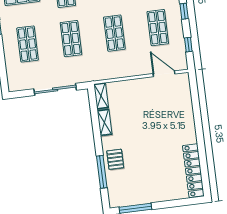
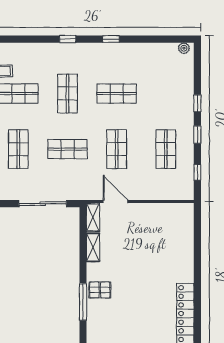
shop shelf: (71, 39) -> (68, 149), turned 90
door: (164, 74) -> (115, 202), moved
pallet: (115, 159) -> (100, 290), turned 90

